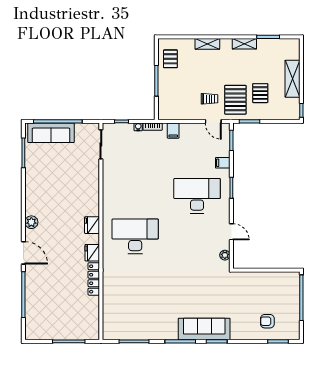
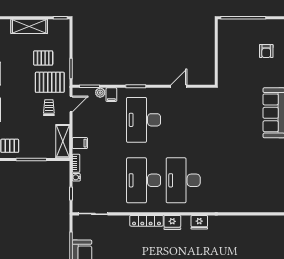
shelving: (175, 113) -> (63, 141), added
desk: (135, 196) -> (144, 180), added
plant: (225, 255) -> (100, 93), moved
locker: (94, 279) -> (146, 221), moved

